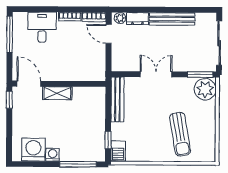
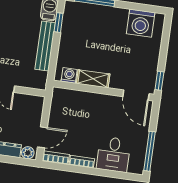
door: (109, 34) -> (42, 137), hinge flipped
shelving: (57, 93) -> (93, 79), moved
bench: (117, 99) -> (45, 46), moved
washing machine: (53, 155) -> (69, 75), moved, turned 180

